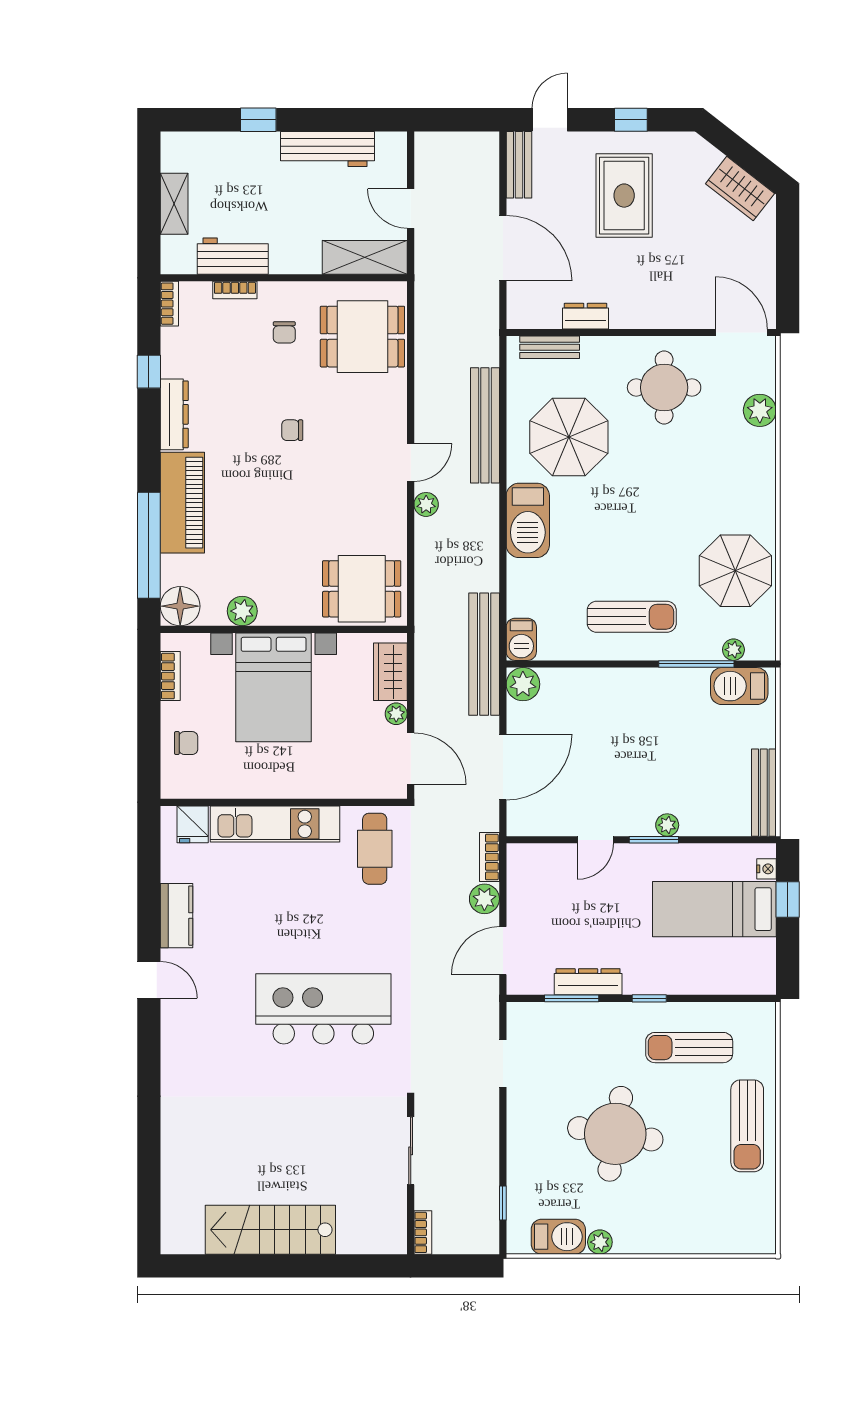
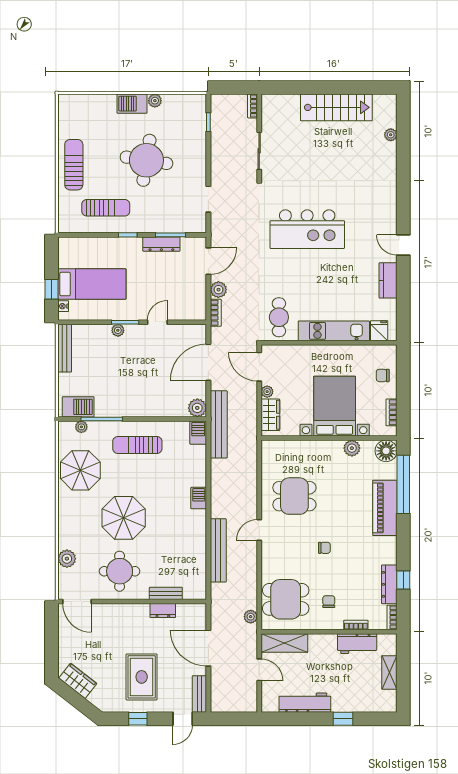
bench: (550, 347) -> (166, 593), moved
dresser: (174, 414) -> (389, 584), moved
parasol: (569, 437) -> (124, 518), moved
plant: (426, 504) -> (251, 617), moved
barbecue: (528, 520) -> (199, 498), width x0.53, depth x0.65
dining table: (362, 589) -> (294, 496), moved
plant: (172, 1180) -> (391, 135), added
barbecue: (558, 1237) -> (132, 104), moved

